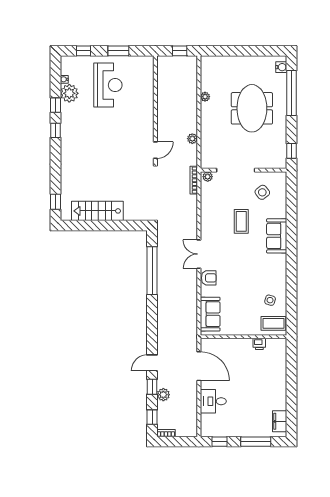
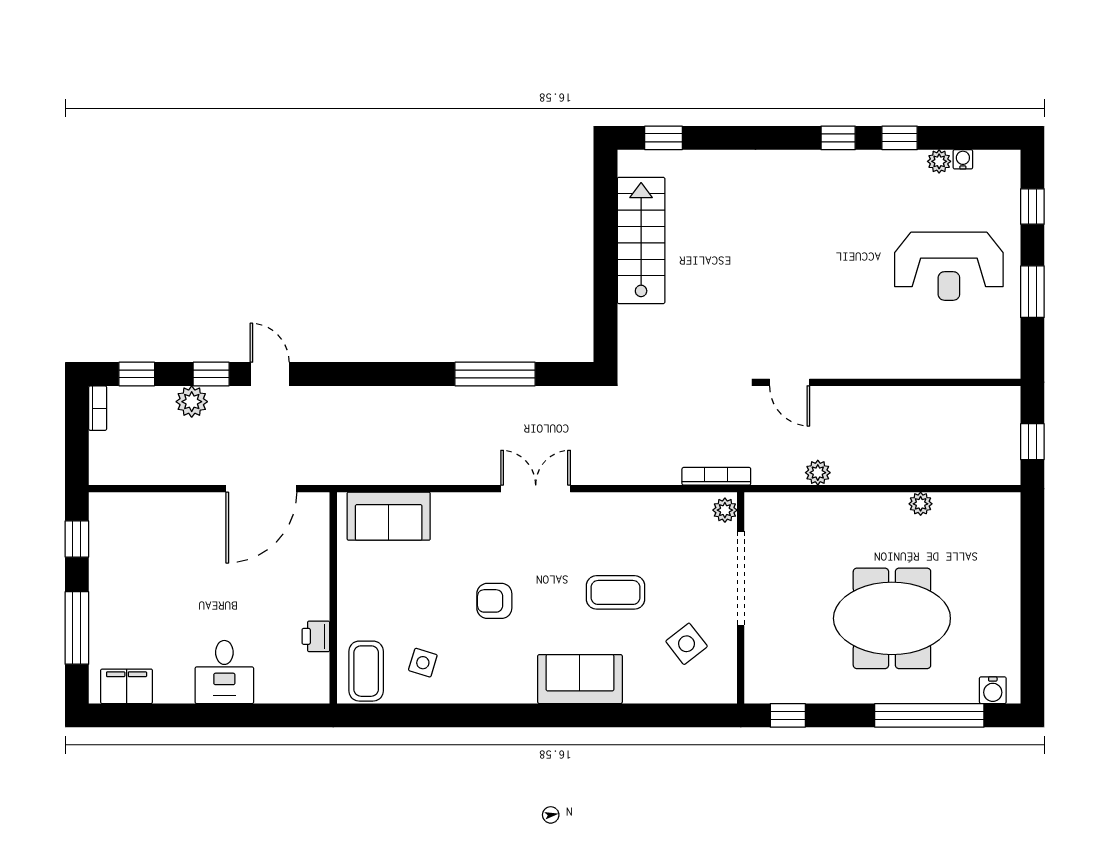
plant: (69, 93) -> (939, 161), width x0.53, depth x0.53
window: (152, 271) -> (495, 374), width x0.68
armchair: (209, 278) -> (494, 601), moved, turned 90
desk: (213, 401) -> (224, 672), moved, turned 180

